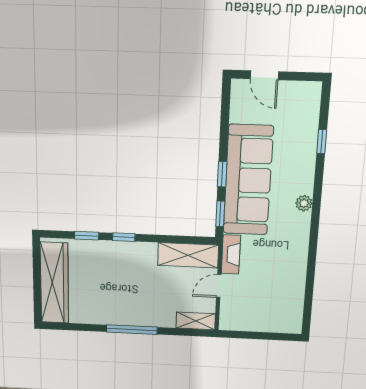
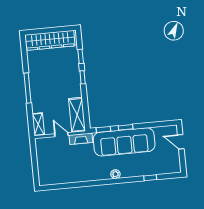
door: (264, 75) -> (181, 142), hinge flipped

